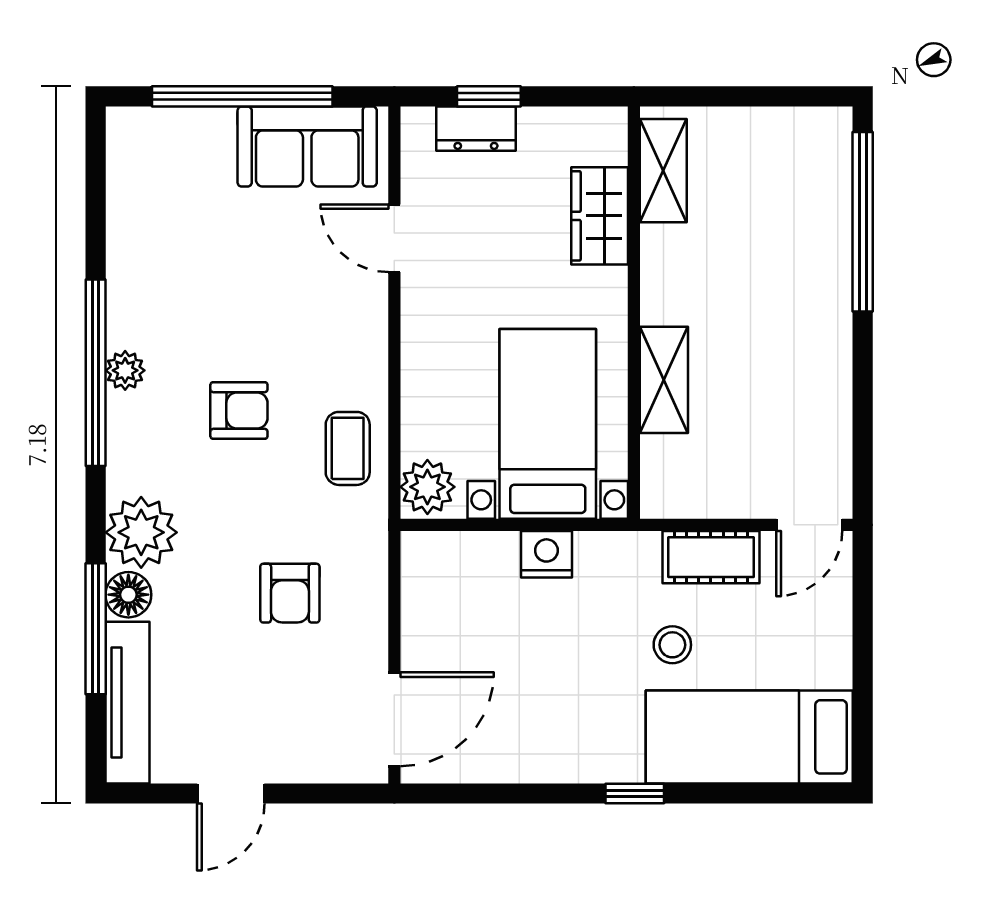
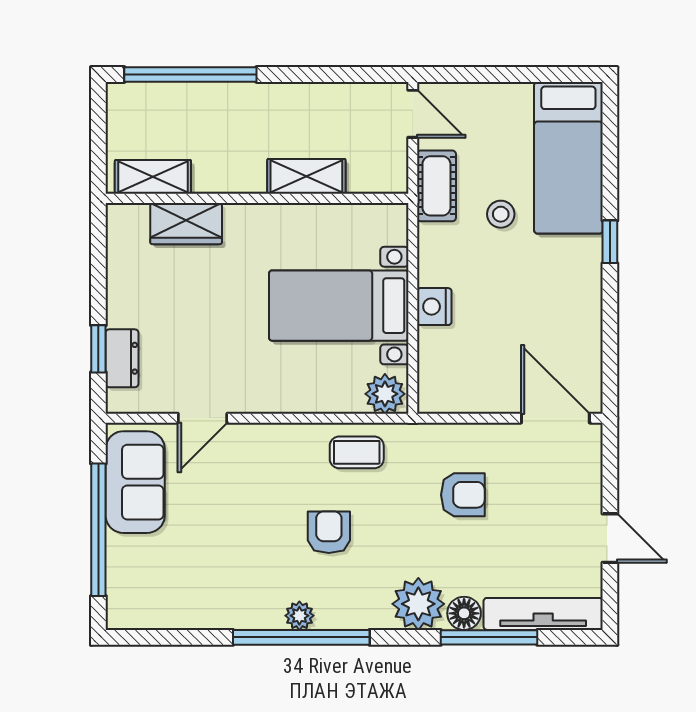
shelving: (663, 171) -> (153, 177), moved
wardrobe: (600, 216) -> (186, 224), moved
wall: (634, 313) -> (257, 198), moved
shelving: (664, 380) -> (306, 176), moved

